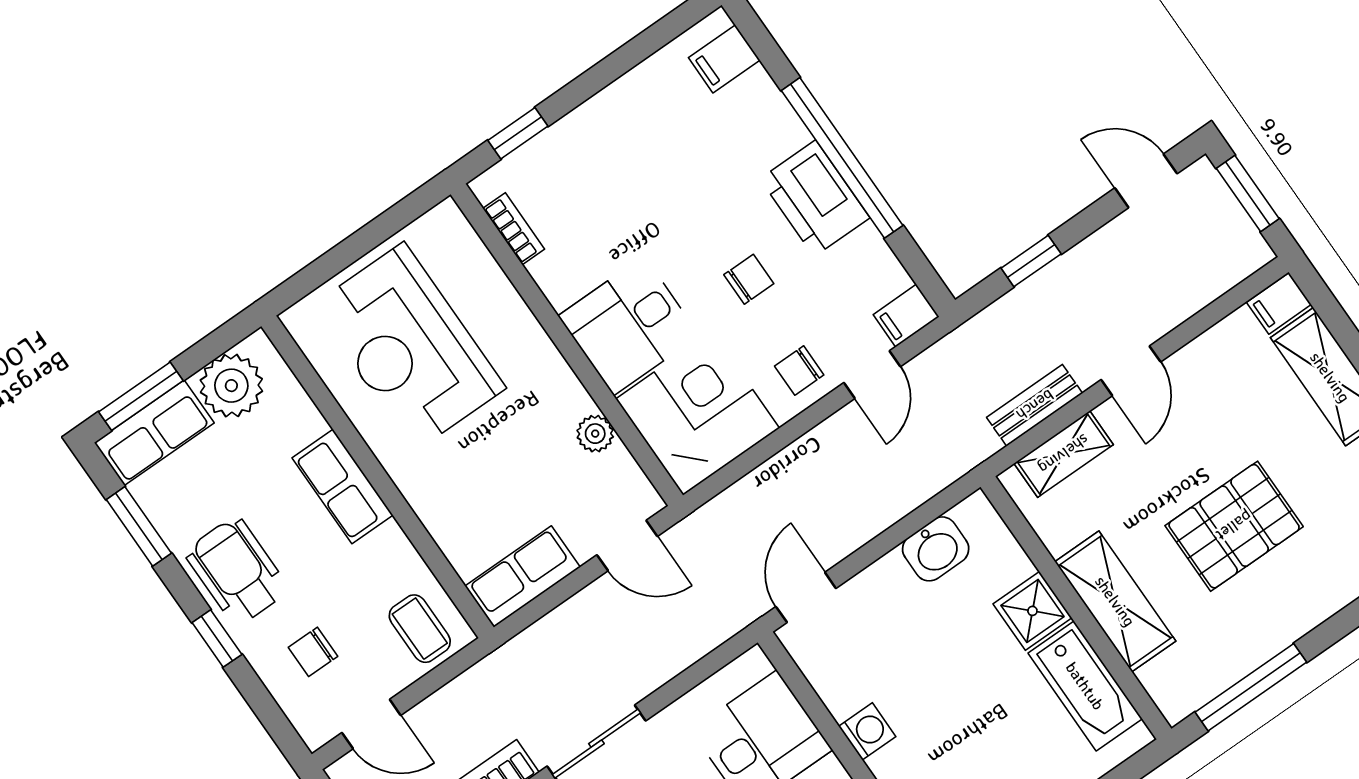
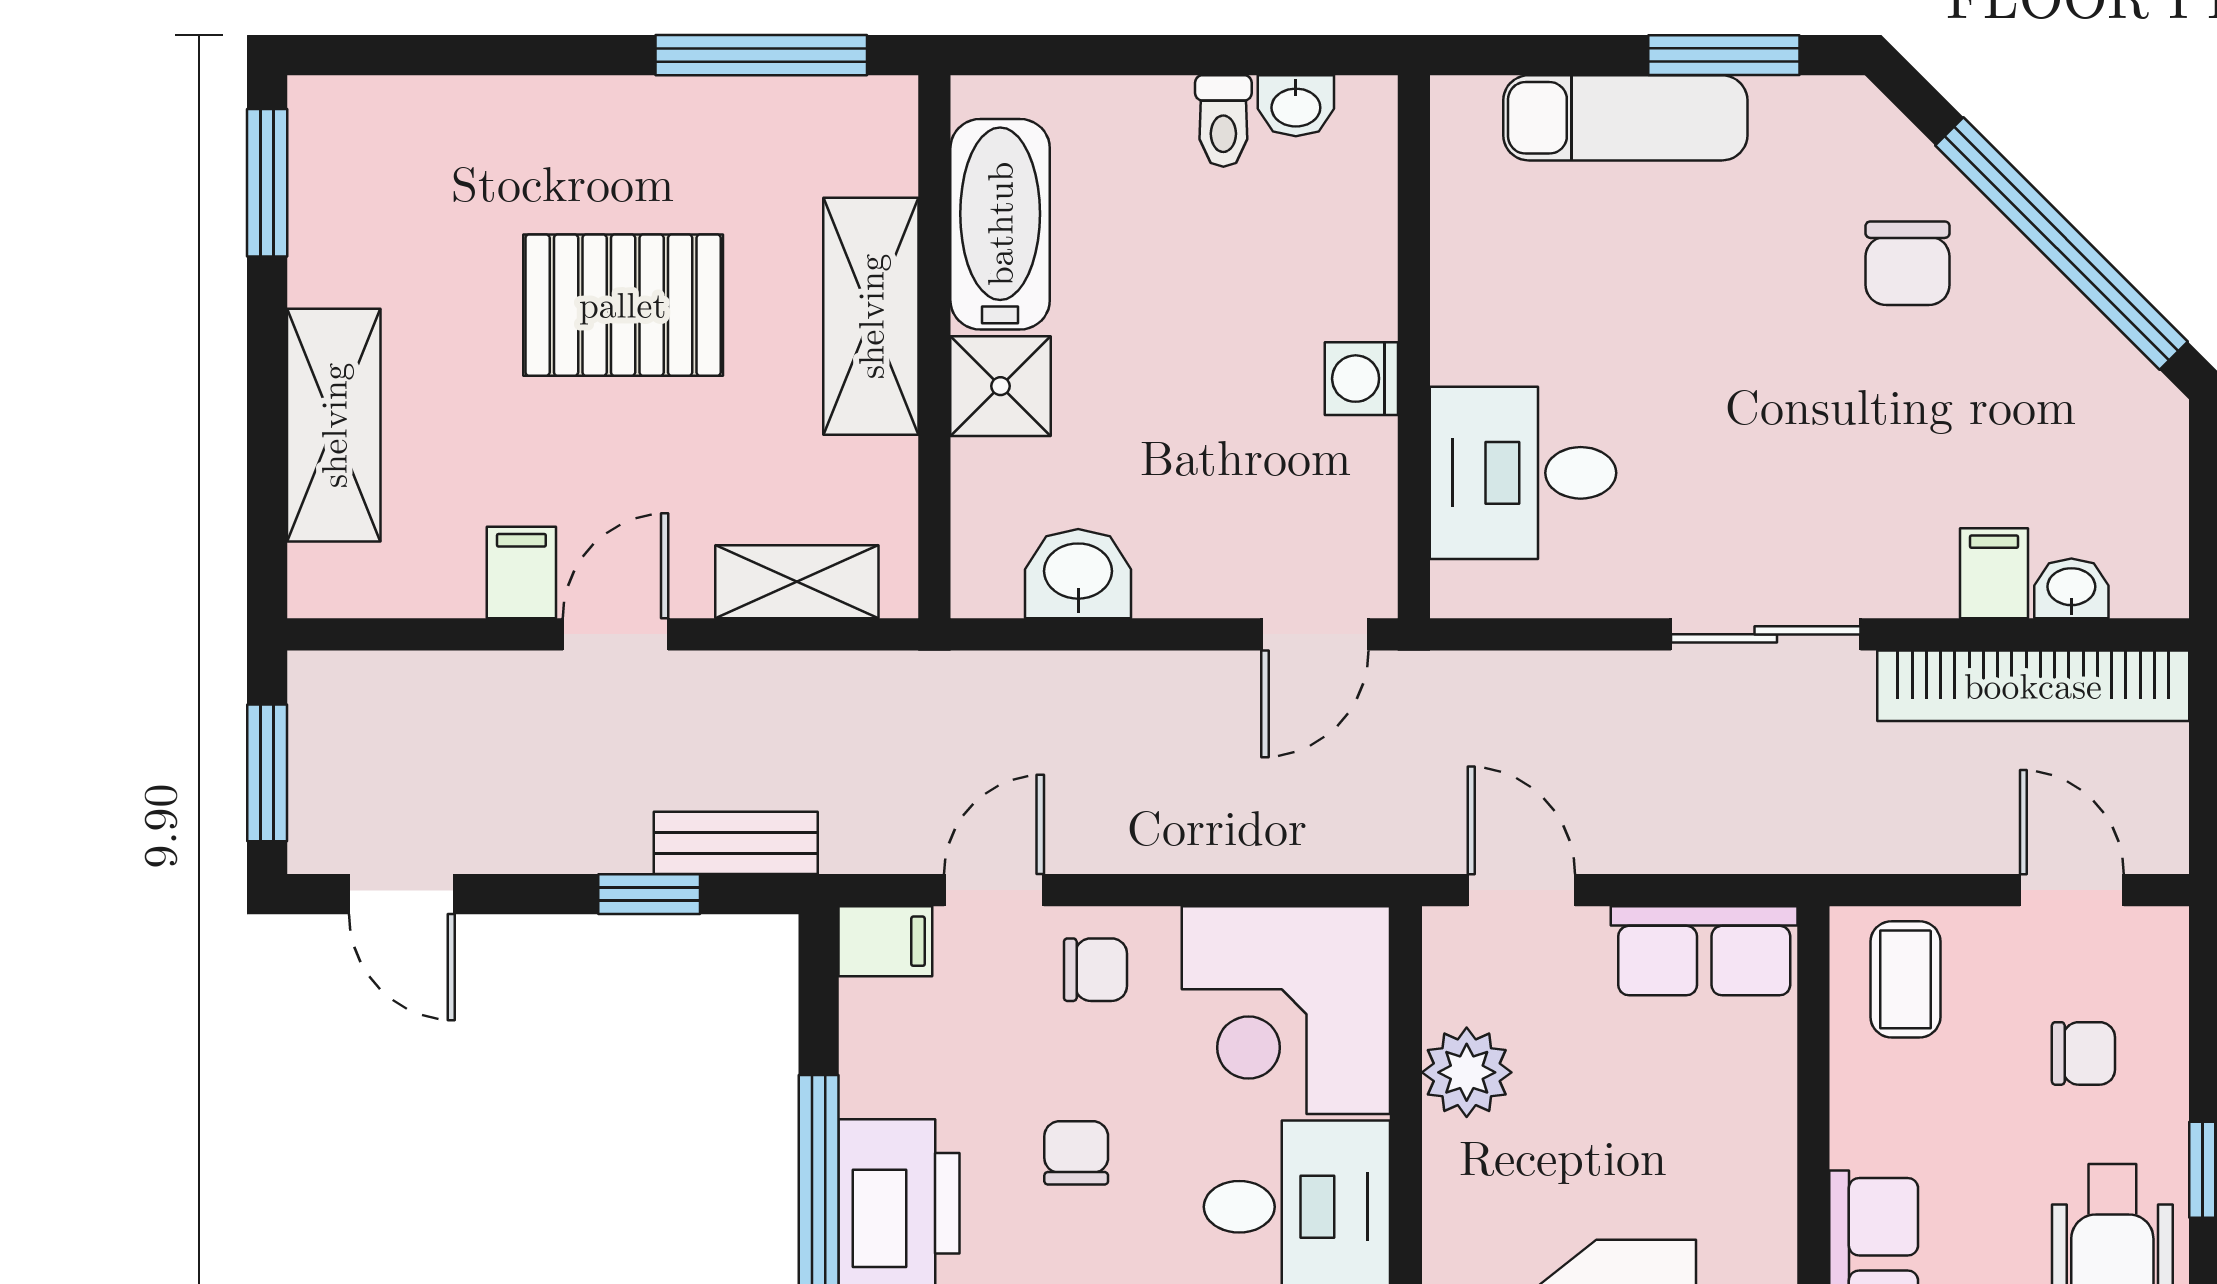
chair: (749, 279) -> (1076, 1153), turned 90
filing cabinet: (1279, 303) -> (521, 572), moved, turned -90
bench: (1035, 405) -> (736, 843), moved
plant: (595, 434) -> (1467, 1072), width x1.38, depth x1.38

